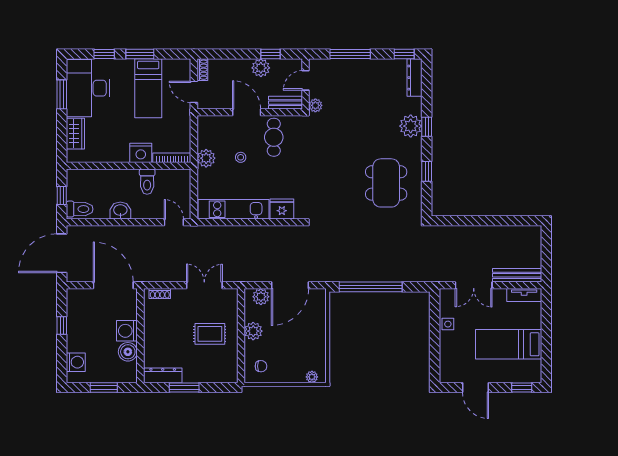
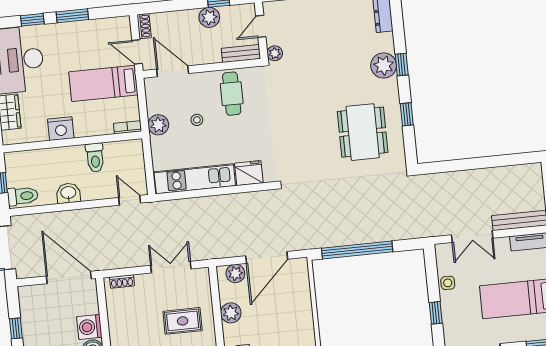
bed: (148, 88) -> (103, 83), moved, turned 90
door: (247, 112) -> (173, 71), moved
nightstand: (141, 153) -> (61, 129), moved
bookcase: (172, 158) -> (128, 127), width x0.64
window: (435, 349) -> (436, 313), added

